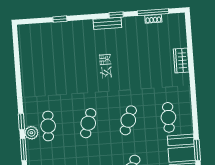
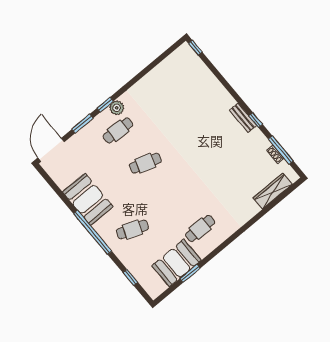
window: (60, 19) -> (195, 48), moved
wardrobe: (181, 61) -> (273, 191), moved, width x1.50
cafe table: (128, 120) -> (173, 196), removed
plant: (31, 133) -> (117, 108), moved

